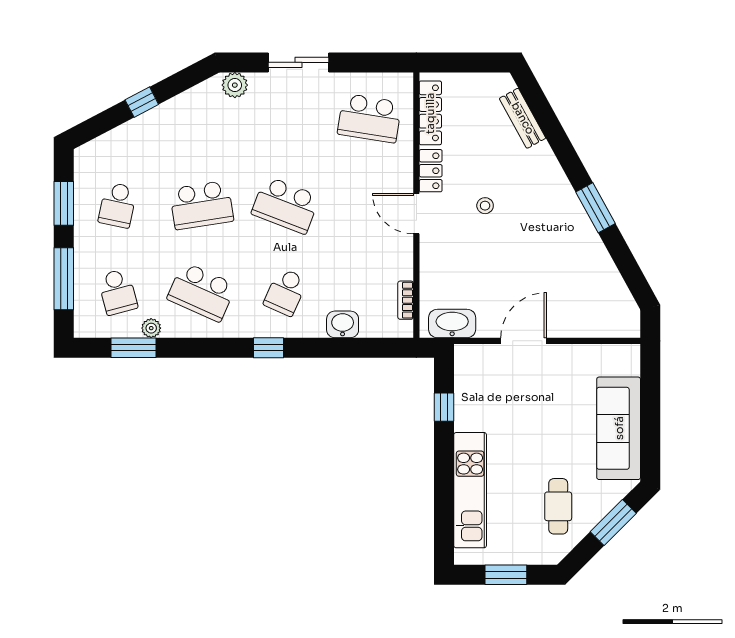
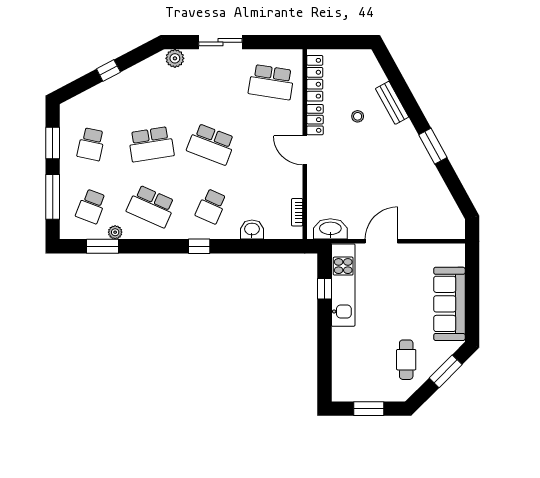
bench: (523, 118) -> (392, 103), moved
stool: (485, 206) -> (358, 116), moved
school desk: (118, 292) -> (91, 206), turned 36
kitchen unit: (470, 490) -> (343, 285), moved

